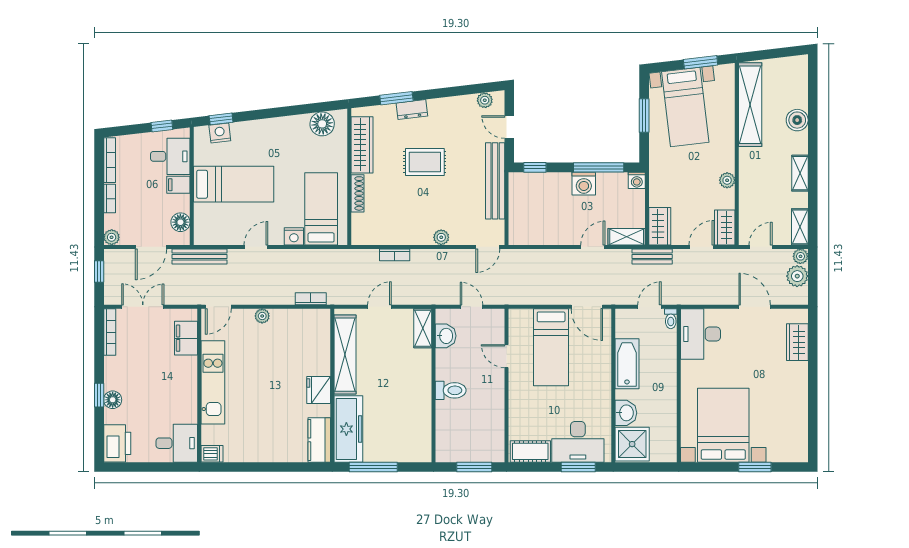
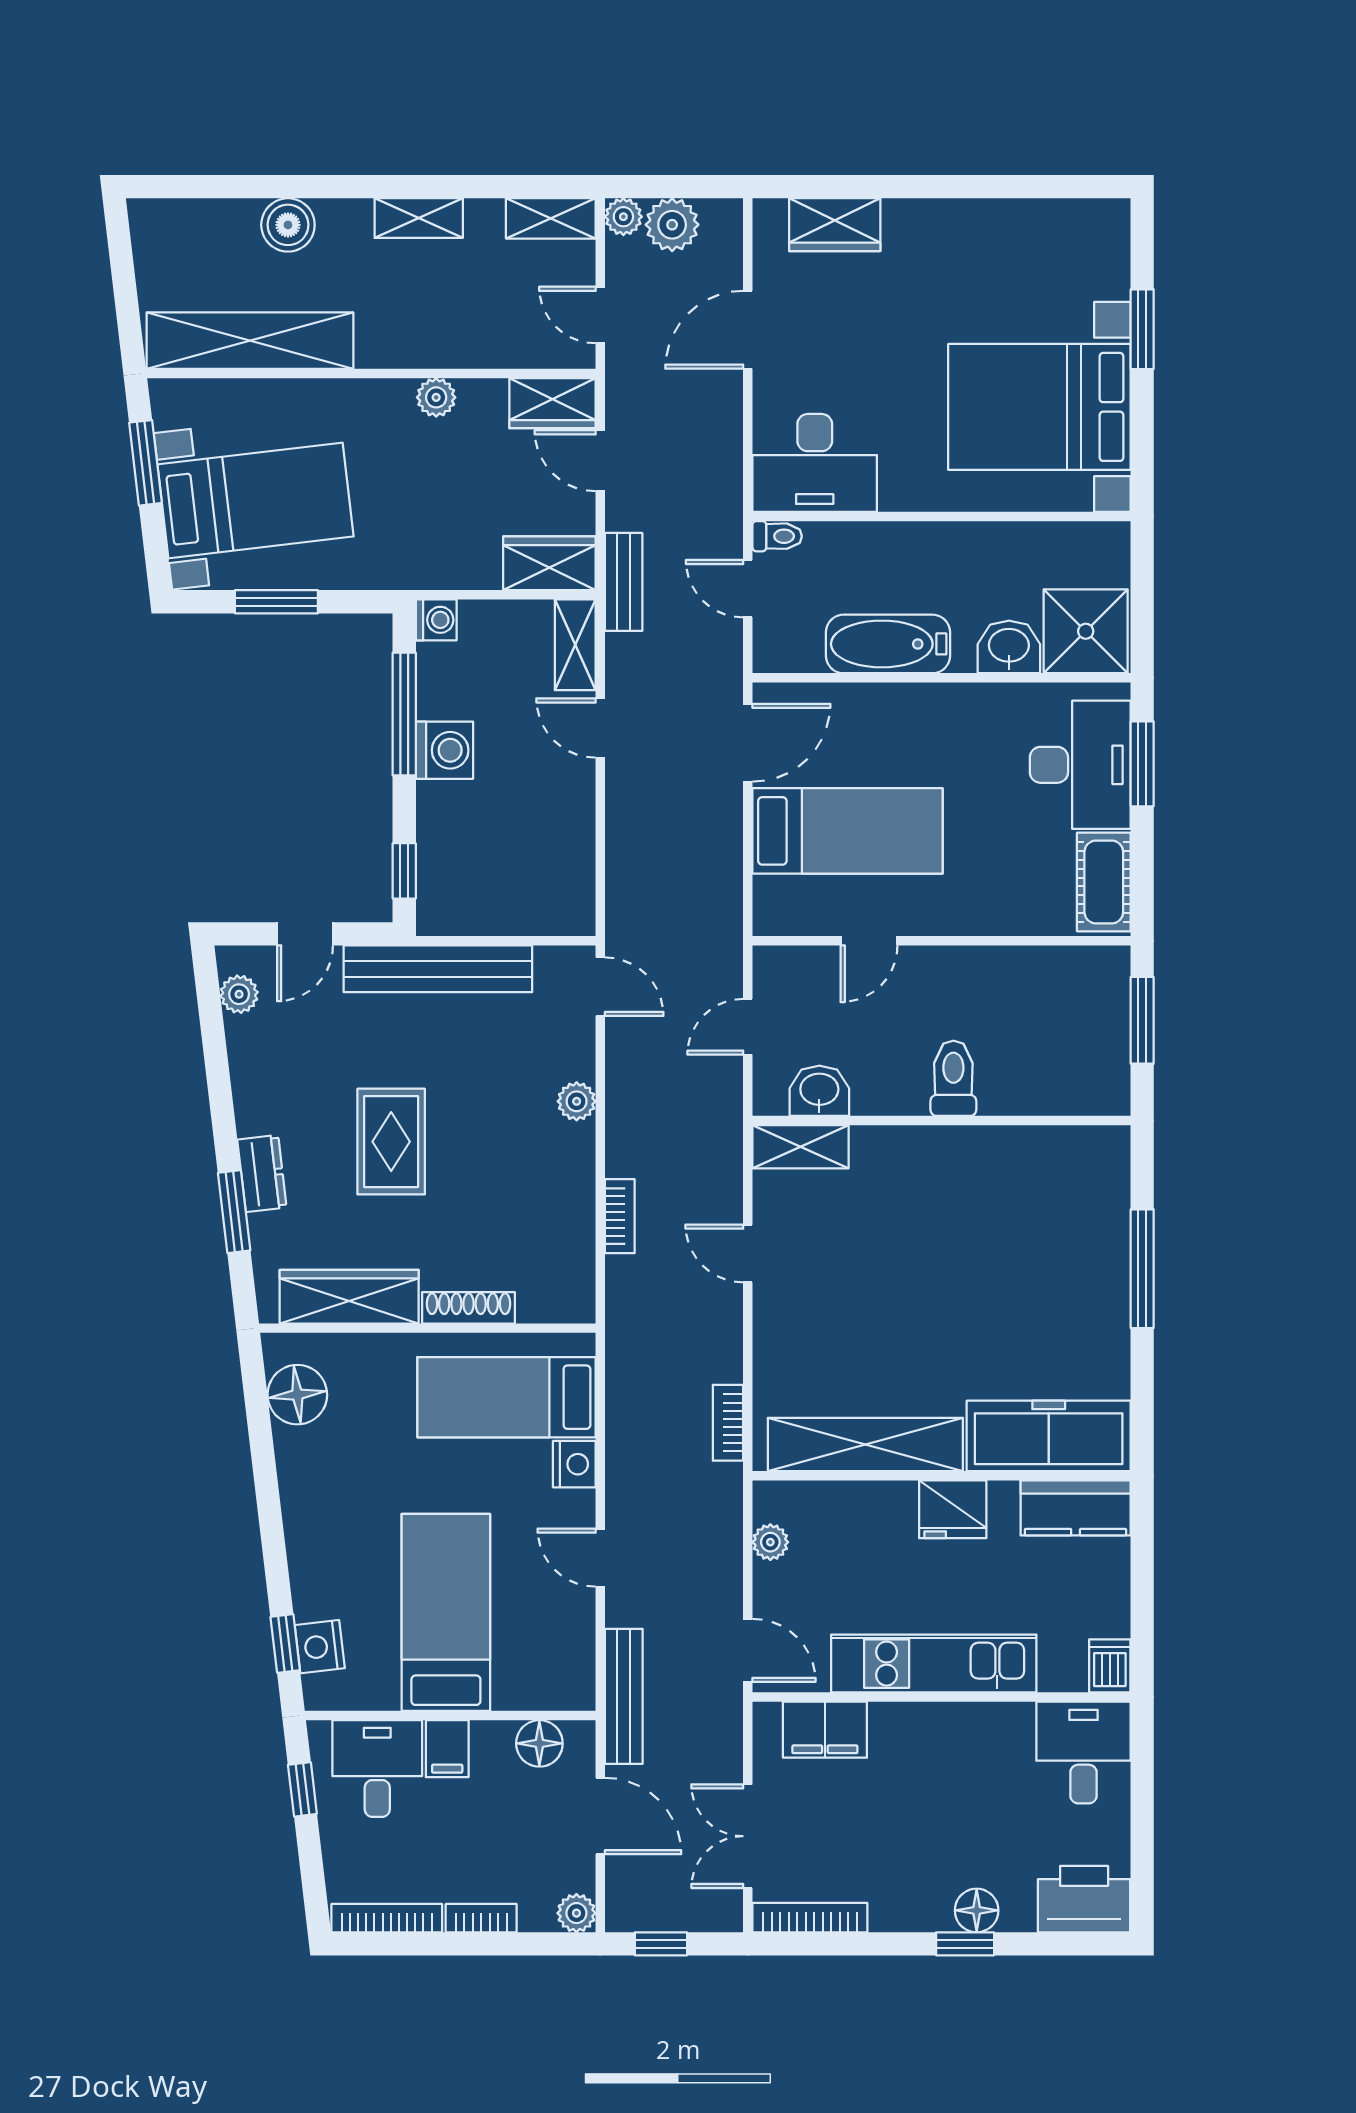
shelving: (345, 355) -> (865, 1444), moved
wall: (332, 386) -> (942, 1476), moved
fridge: (319, 390) -> (953, 1509), moved
freezer: (348, 429) -> (1049, 1436), moved
kitchen counter: (319, 440) -> (1076, 1508), moved

